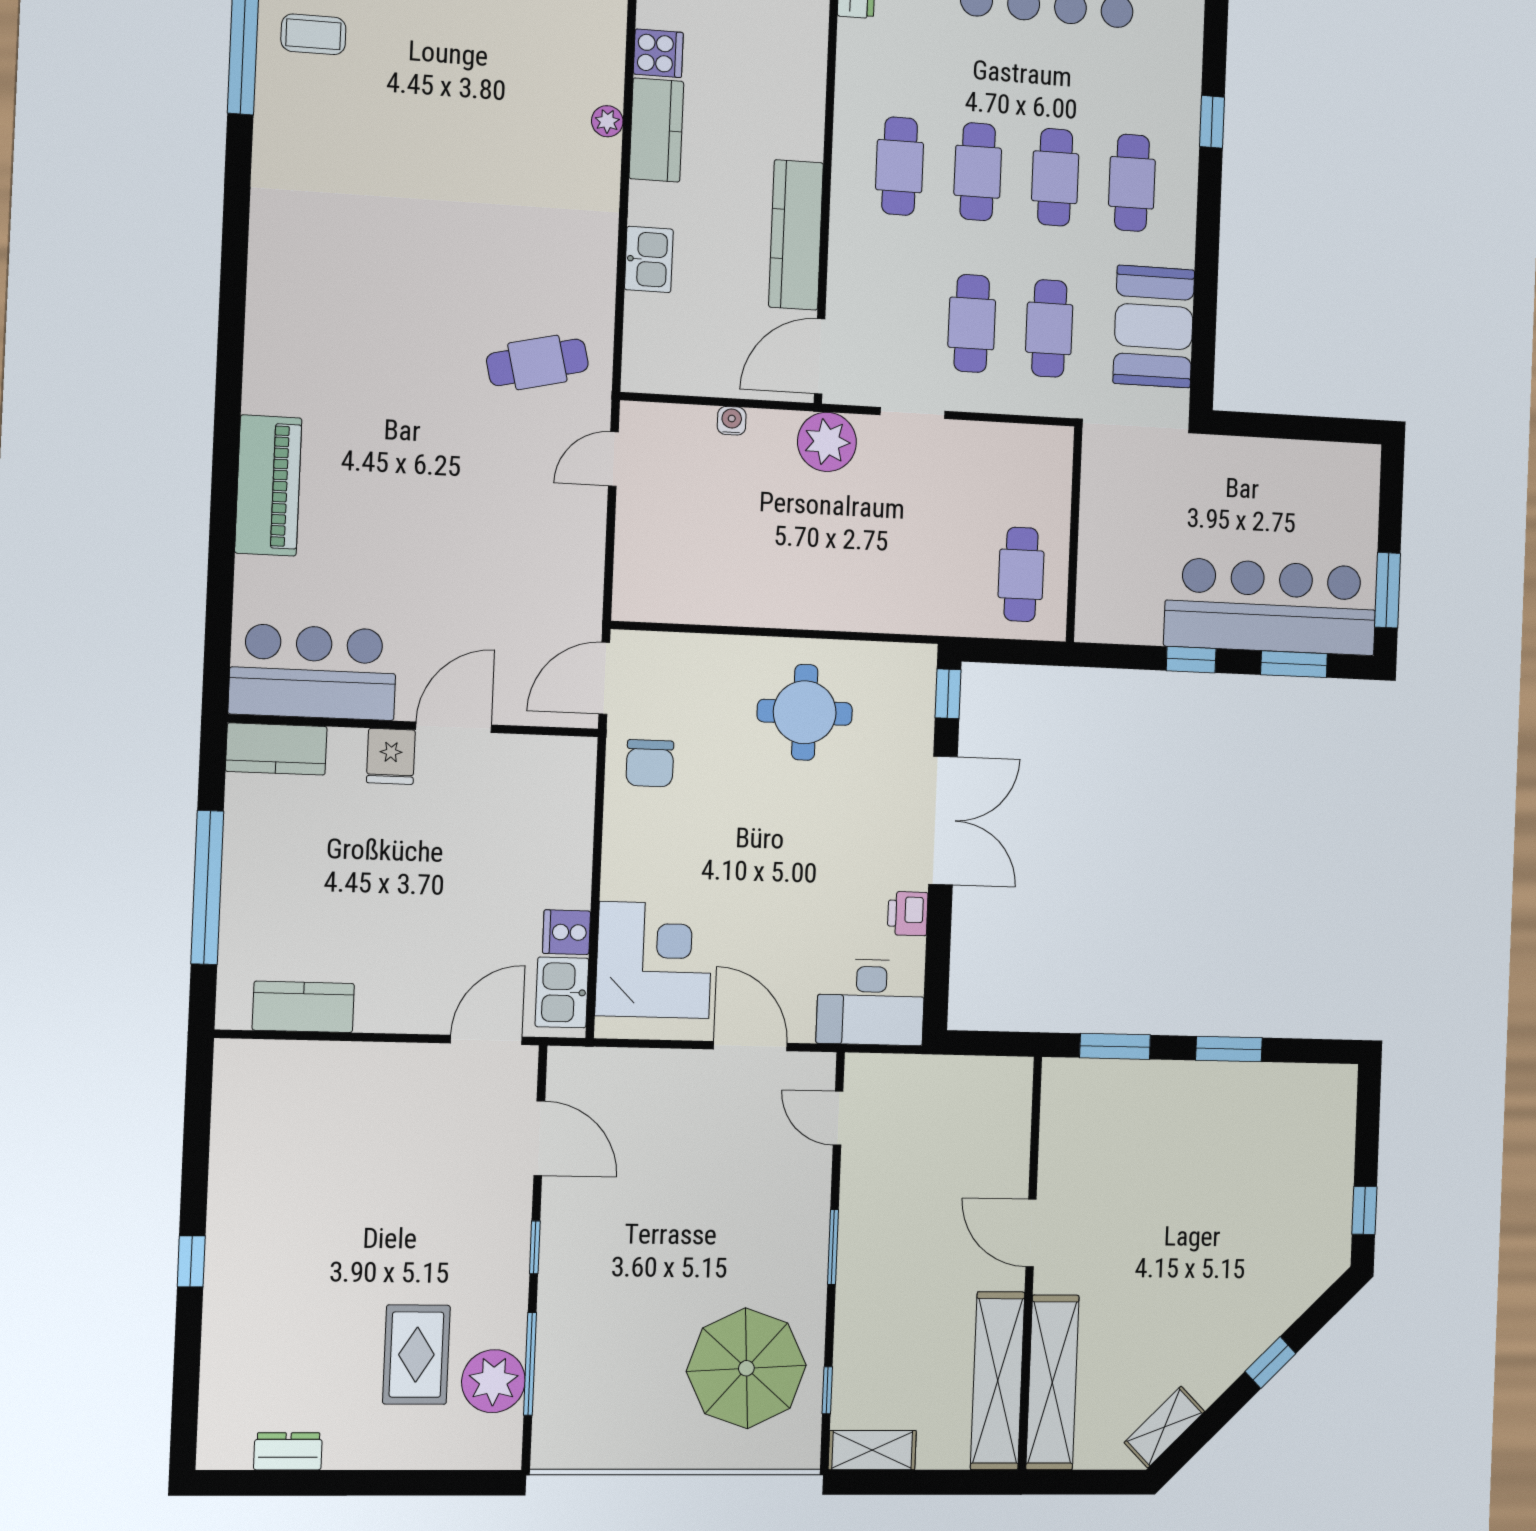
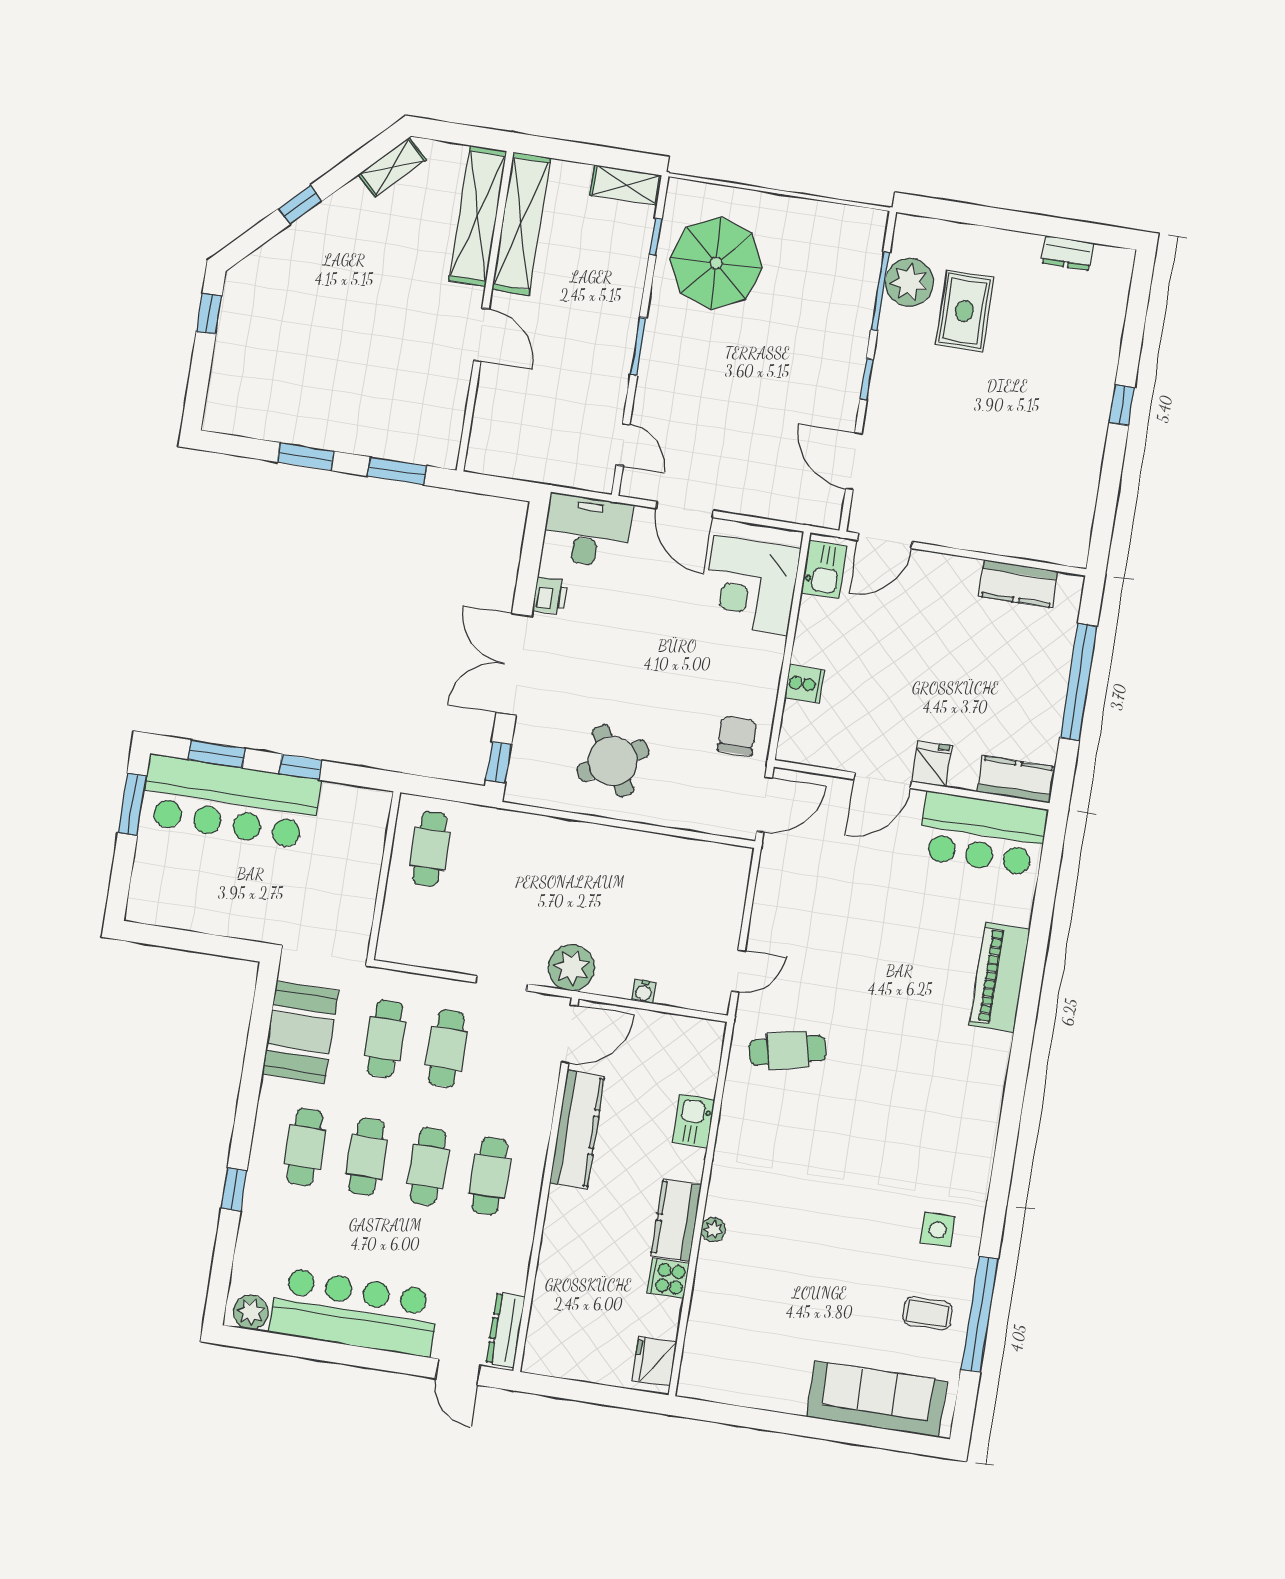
side table: (313, 145) -> (938, 1230), added
round table: (805, 712) -> (613, 761), turned -31
cooker: (567, 932) -> (804, 684), moved

